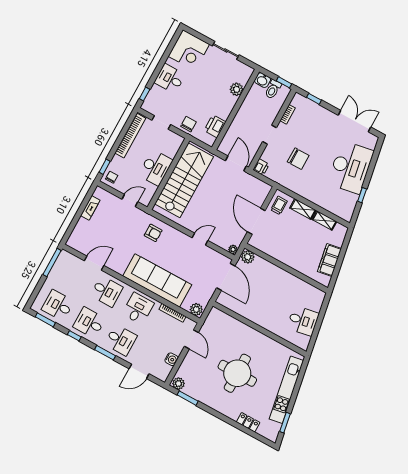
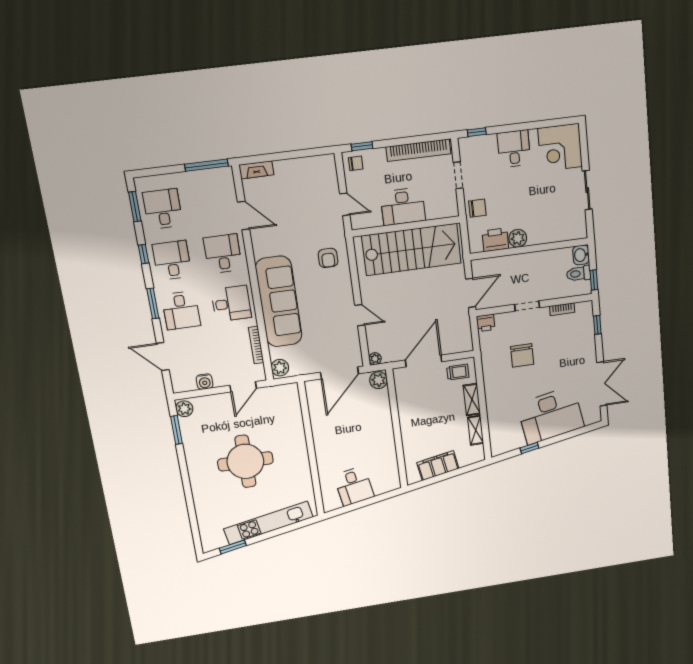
plant: (237, 89) -> (518, 238), moved
fireplace: (90, 208) -> (256, 170), moved
desk: (107, 291) -> (223, 254), turned 180
locker: (248, 422) -> (202, 511), removed

